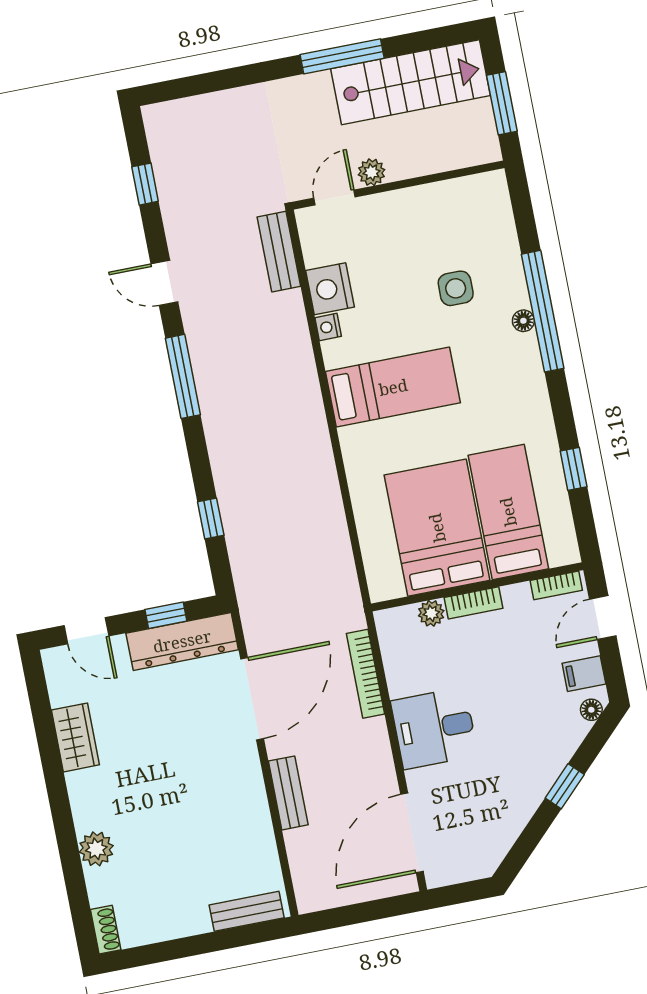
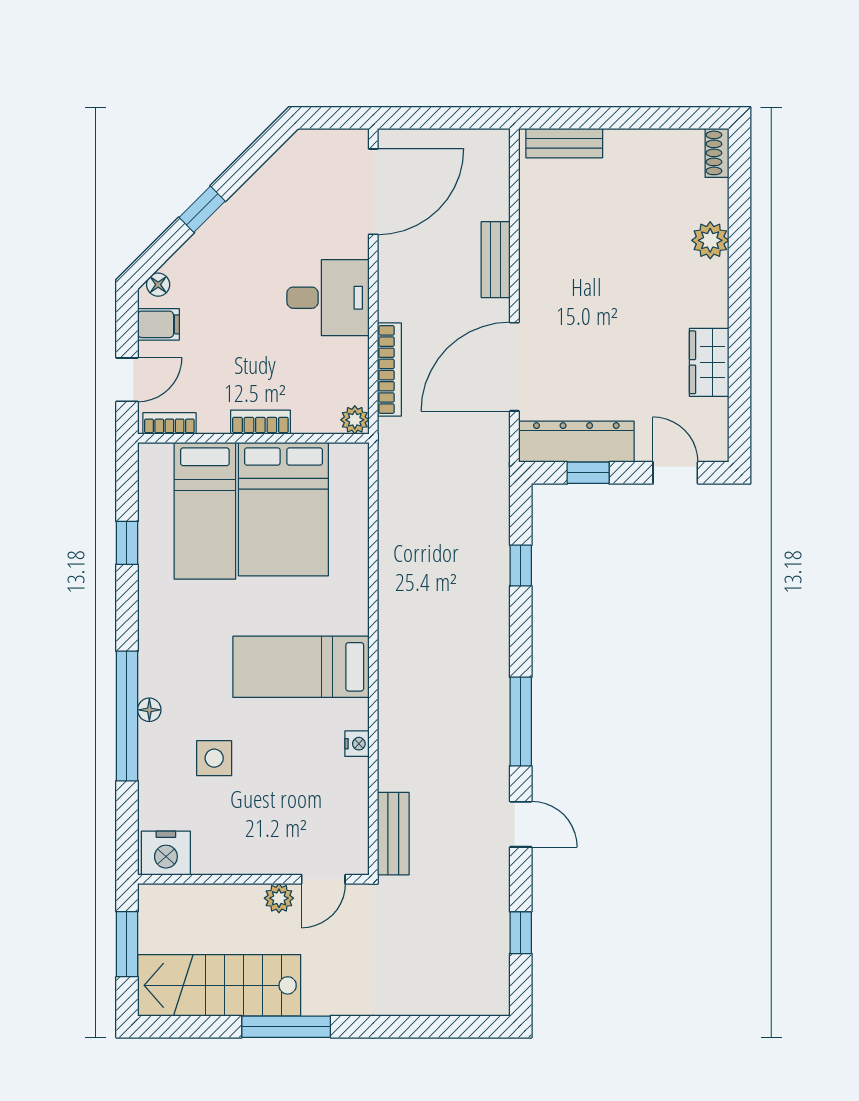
nightstand: (330, 289) -> (166, 853), moved, turned 90
plant: (431, 613) -> (355, 420), moved

